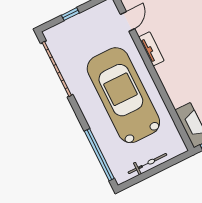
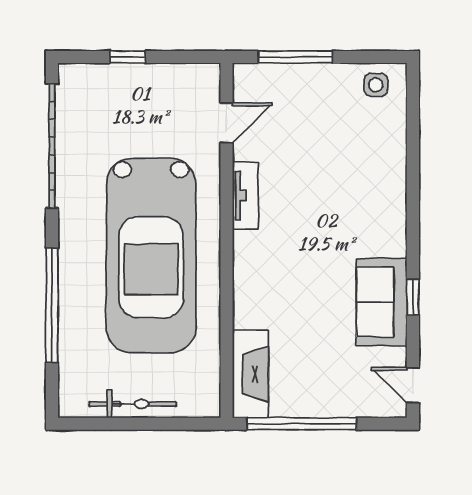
car: (123, 95) -> (151, 256), turned 180
window: (99, 155) -> (52, 305), moved

